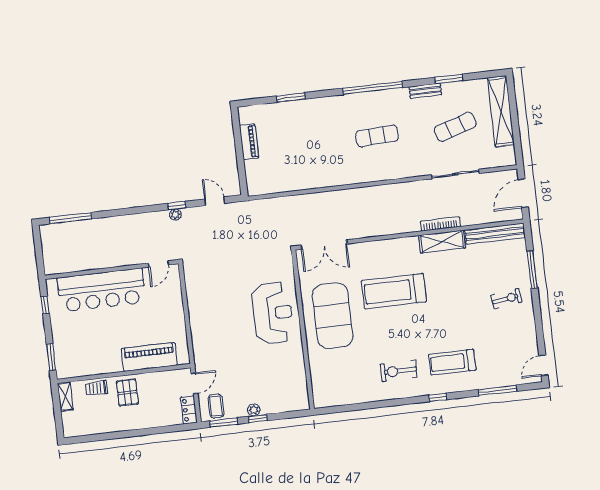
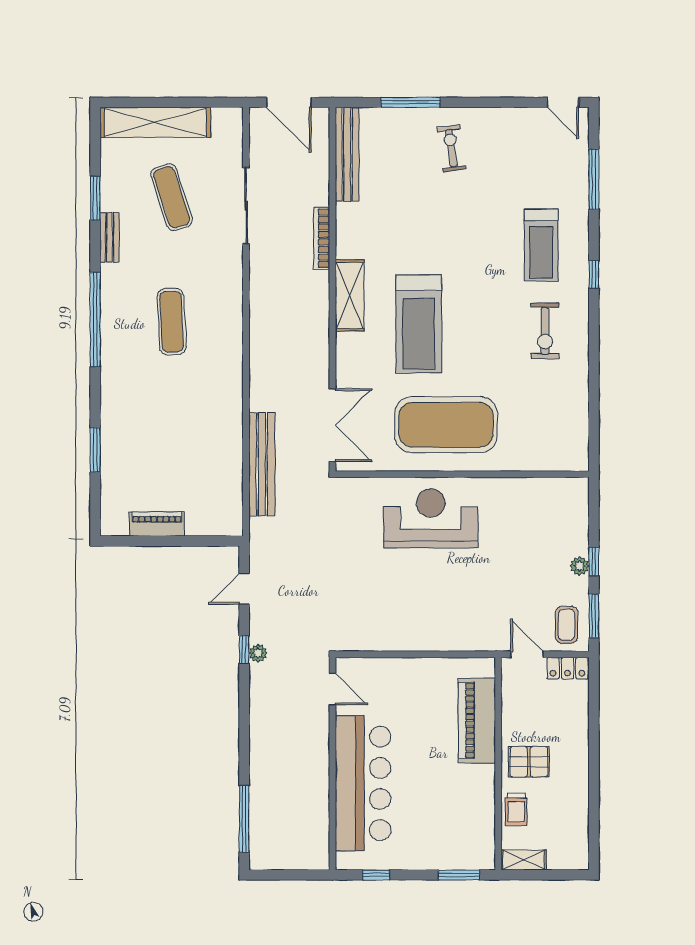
bench: (294, 203) -> (262, 464), added
shelving: (442, 242) -> (350, 295), moved
coffee table: (216, 406) -> (567, 625), turned 90

